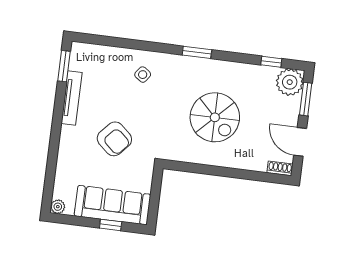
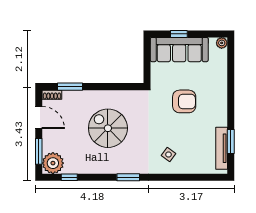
window: (64, 66) -> (231, 141), moved
tv unit: (72, 98) -> (222, 148), moved
armchair: (114, 139) -> (184, 101), turned 138
window: (256, 176) -> (70, 87), added

